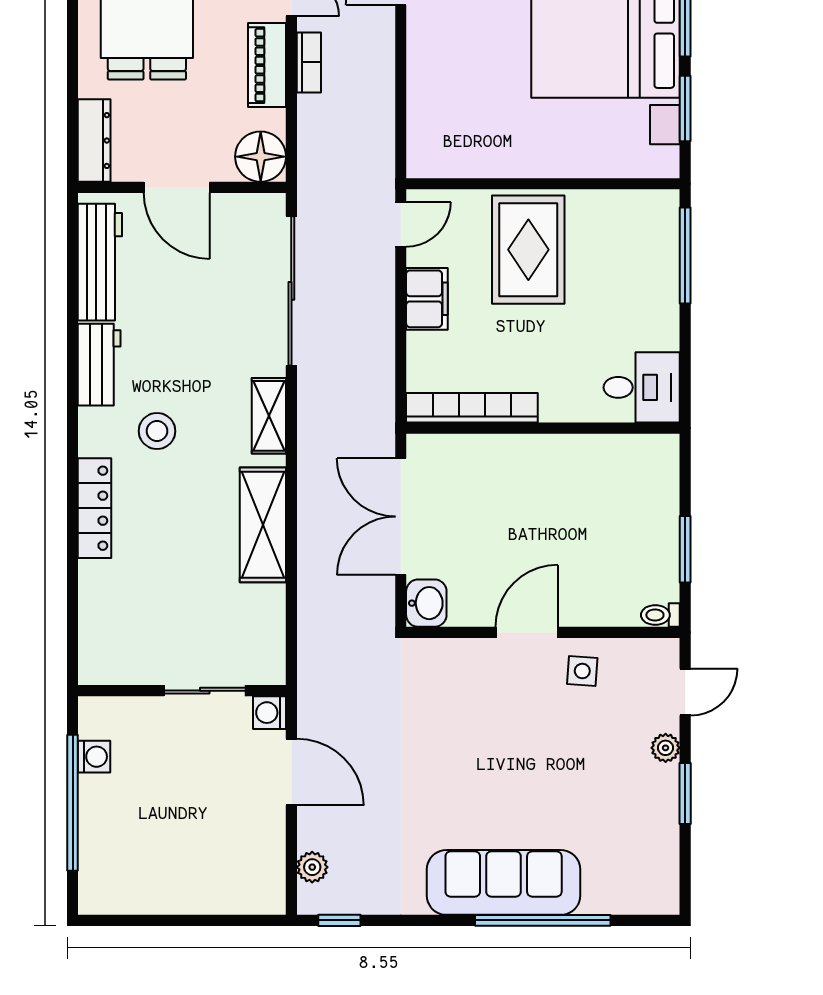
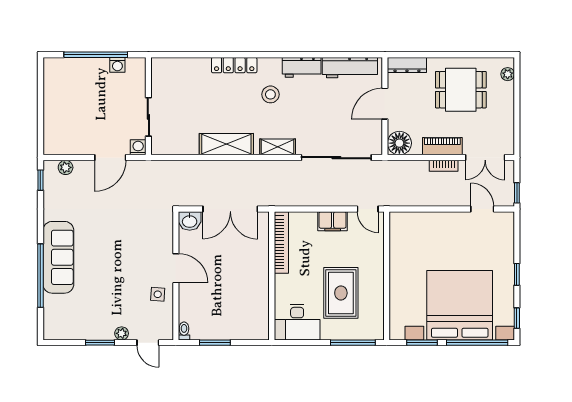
rug: (528, 250) -> (341, 293), moved, turned 90
desk: (642, 387) -> (297, 322), width x1.37
double door: (401, 517) -> (230, 209), swing flipped

